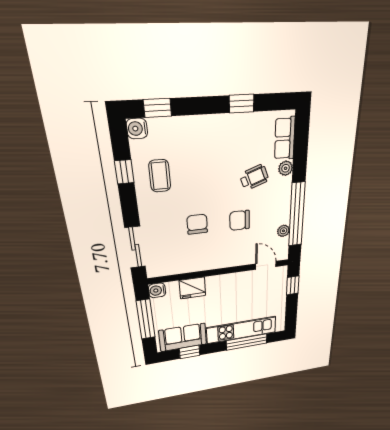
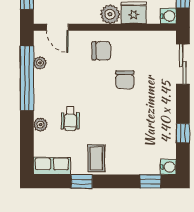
row of seats: (285, 138) -> (52, 166), moved, turned -90
coffee table: (160, 176) -> (96, 158), moved
wheelchair: (254, 177) -> (70, 119), turned -70
chair: (240, 220) -> (101, 51), moved
plant: (216, 284) -> (110, 14), added

